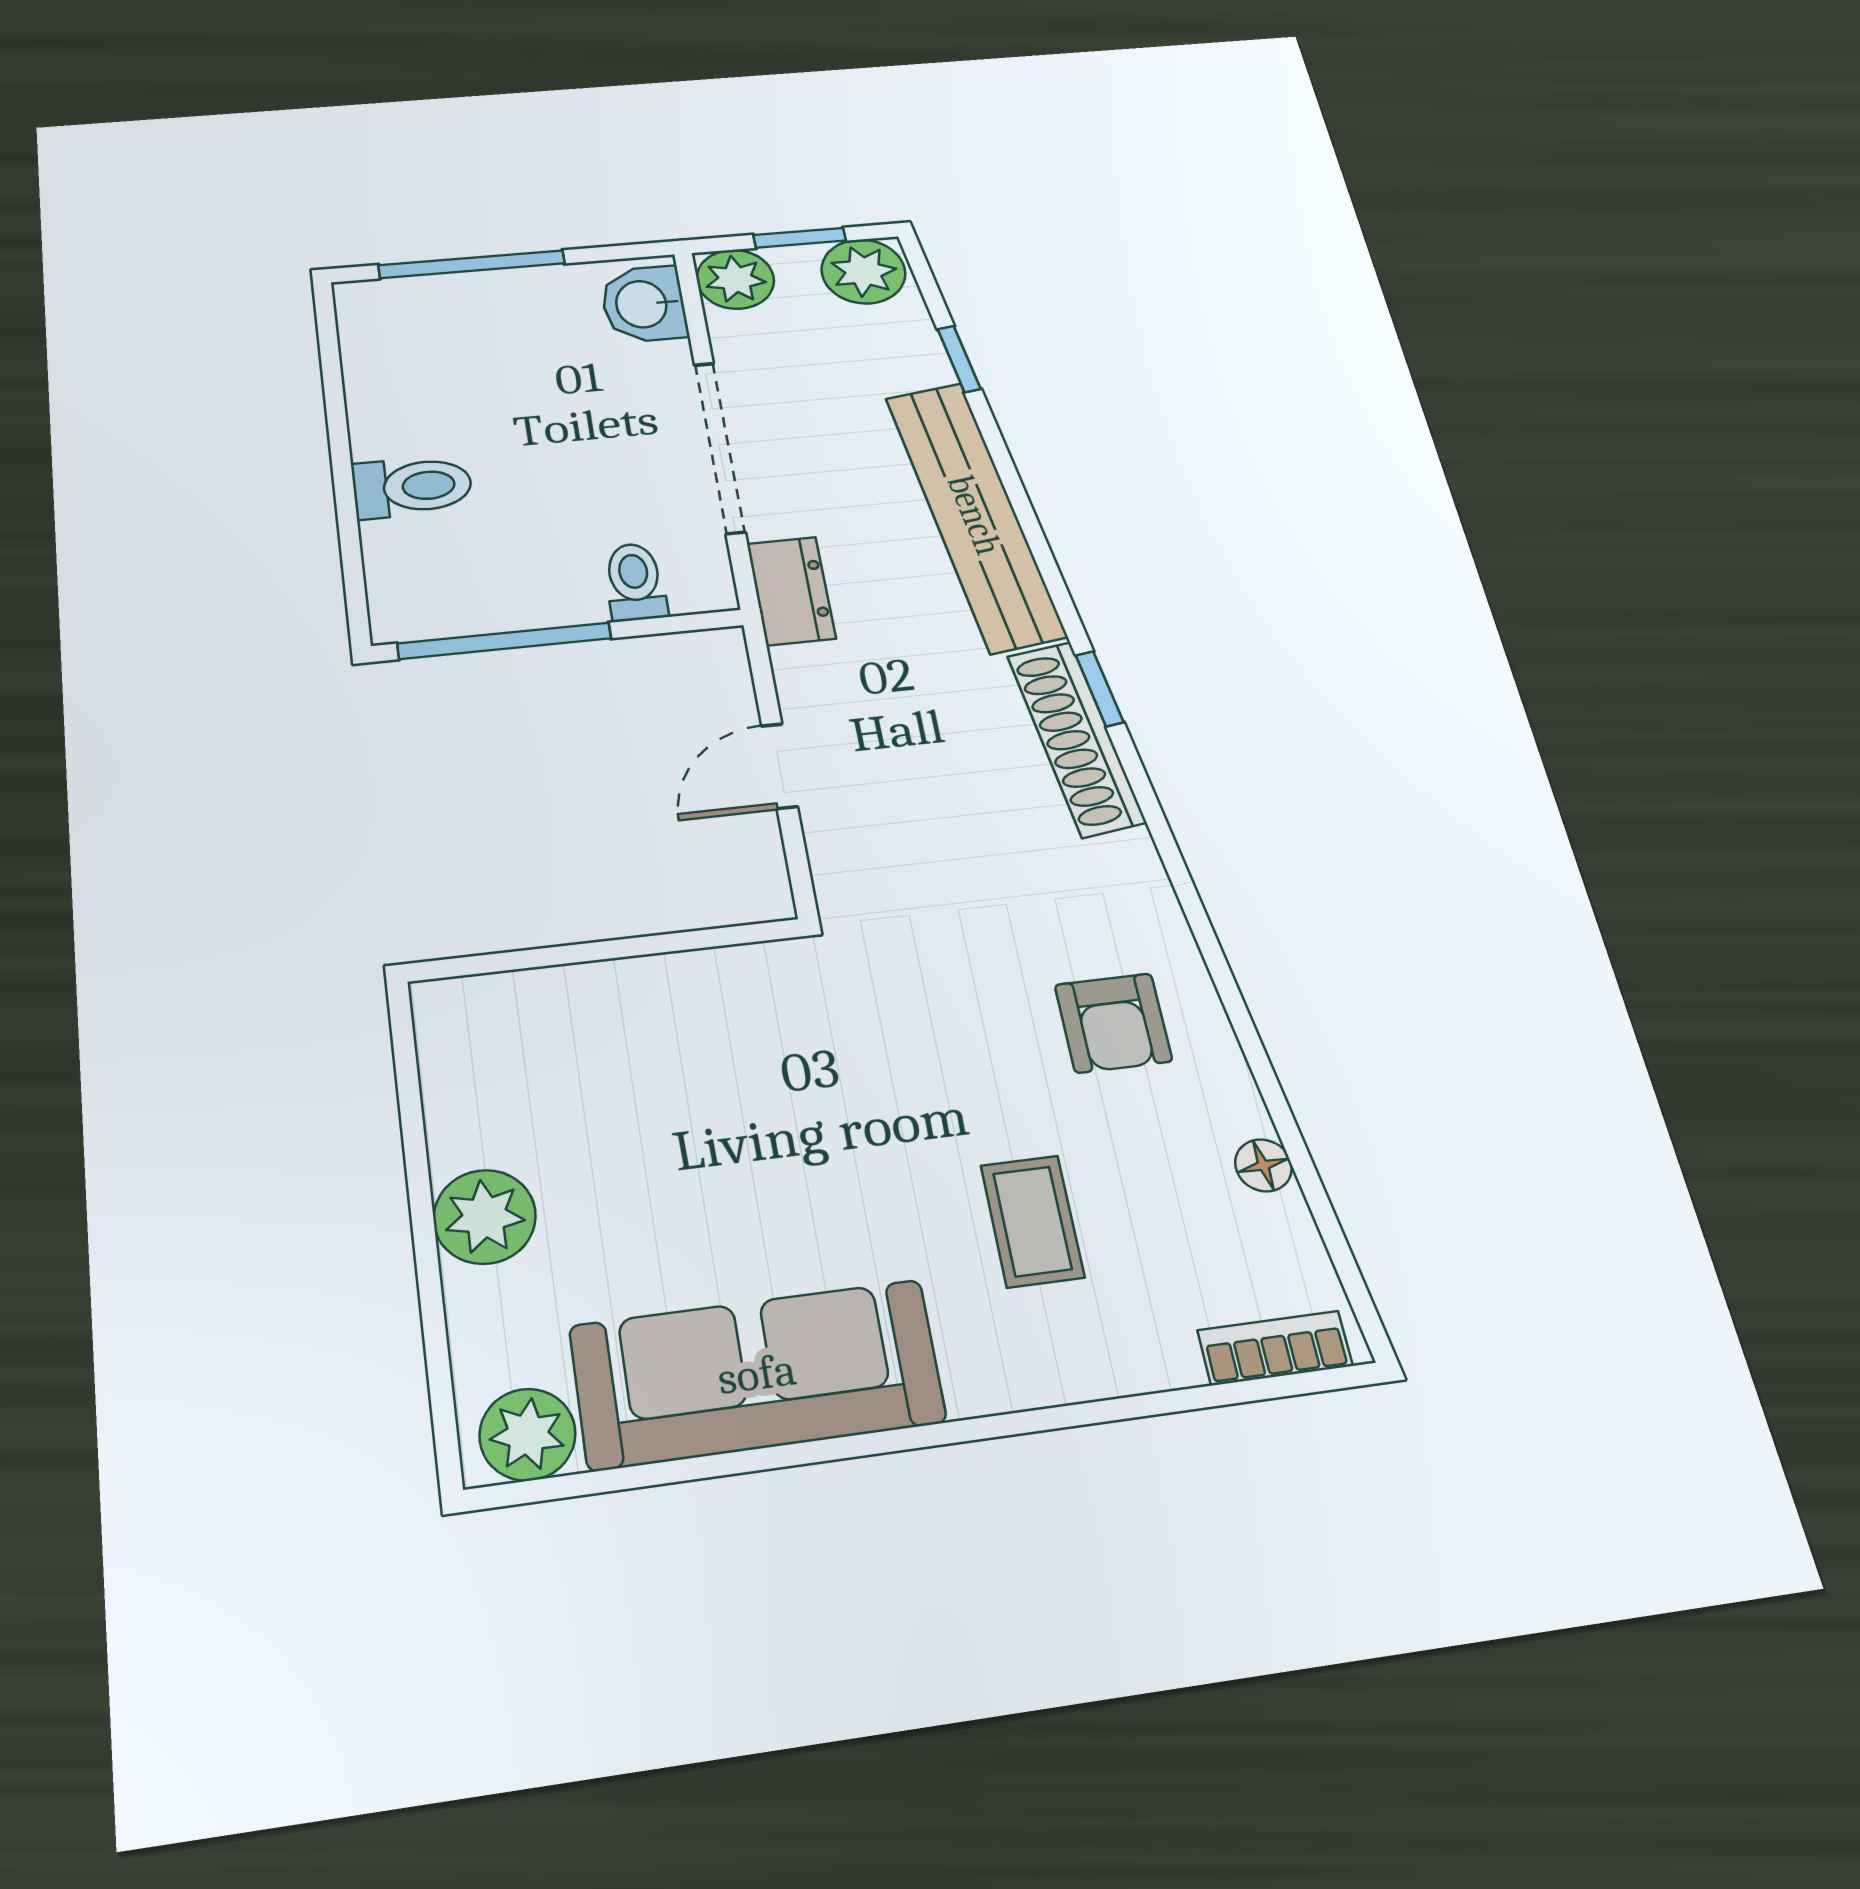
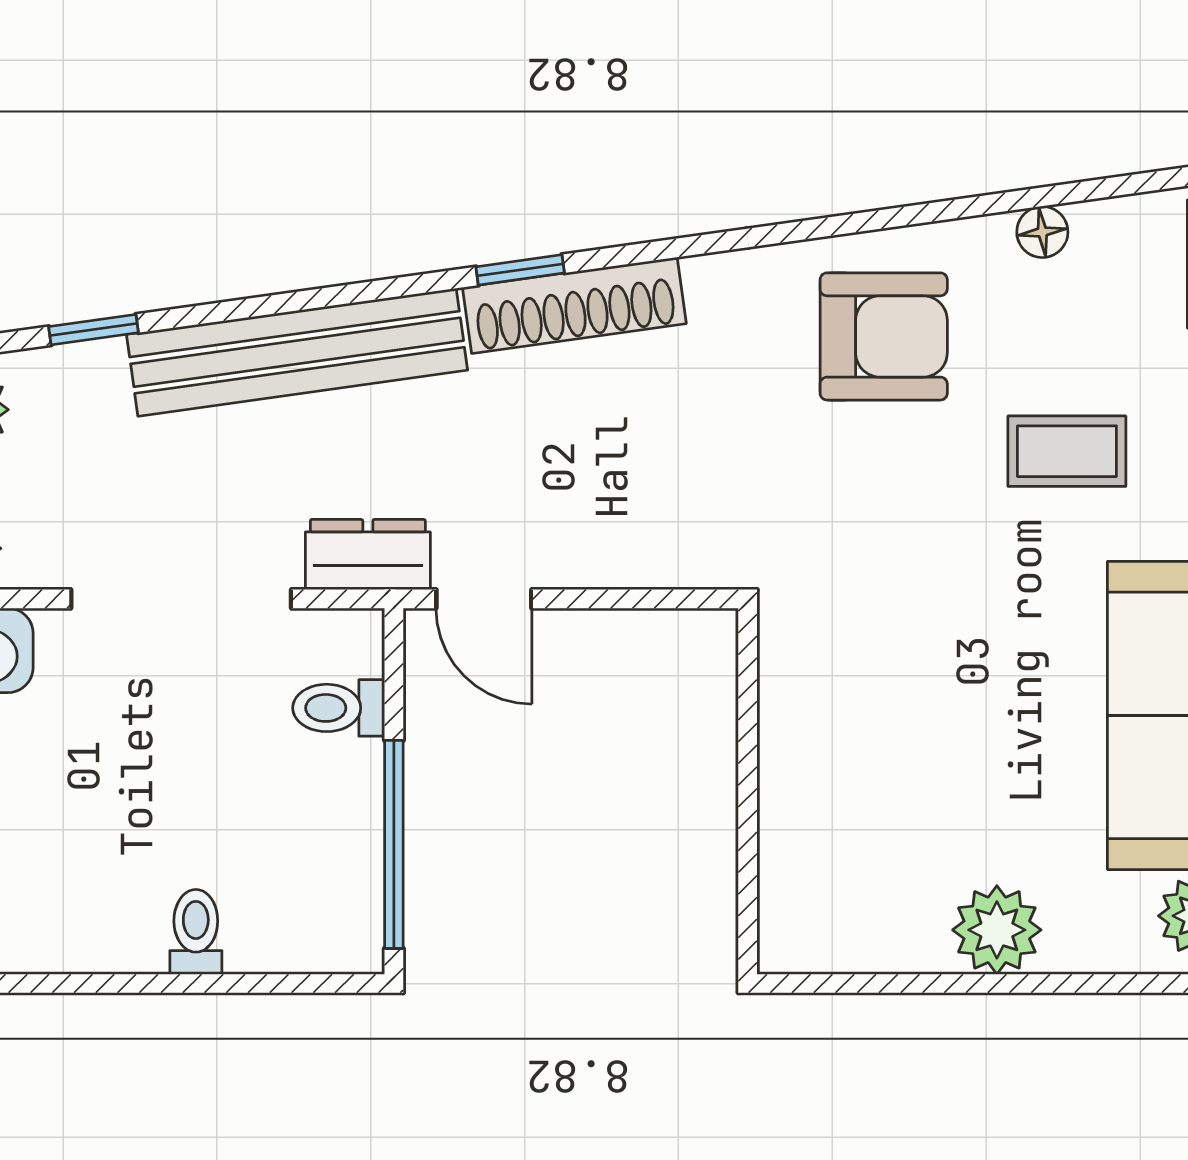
toilet: (412, 487) -> (196, 932), width x0.73, depth x0.72
door: (780, 766) -> (484, 599), moved
armchair: (1113, 1023) -> (884, 336), width x1.38, depth x1.38

